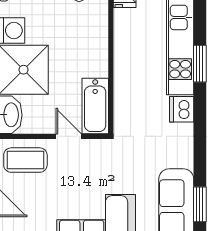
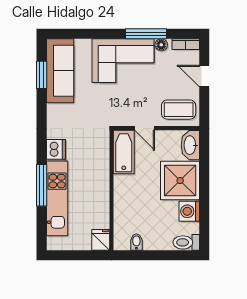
window: (200, 64) -> (42, 185), width x1.44

